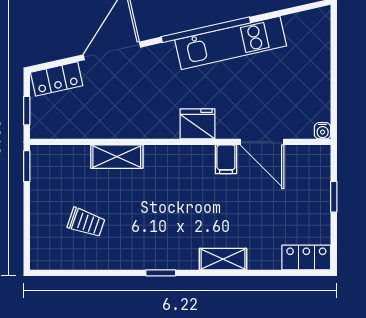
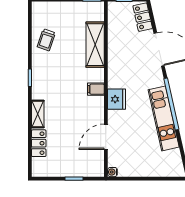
shelving: (117, 157) -> (95, 45), width x1.50, depth x1.33
filing cabinet: (226, 159) -> (96, 89), moved
trolley: (86, 222) -> (46, 40), moved
locker: (306, 257) -> (39, 143), moved

